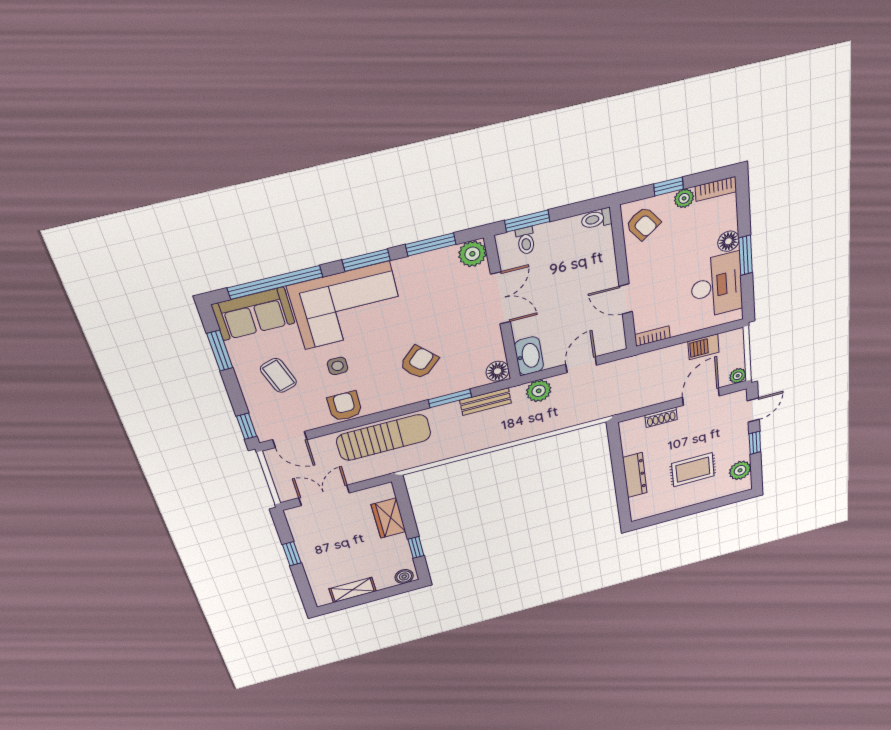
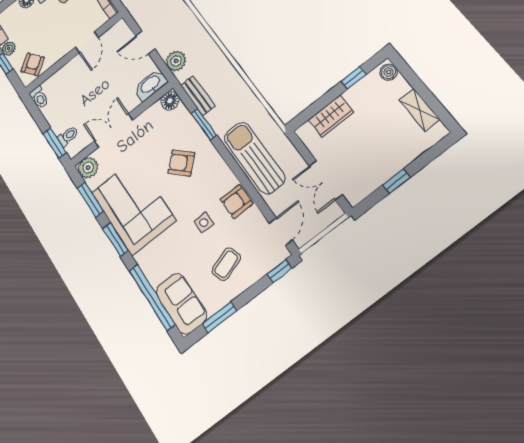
corner sofa: (347, 306) -> (133, 207), moved

